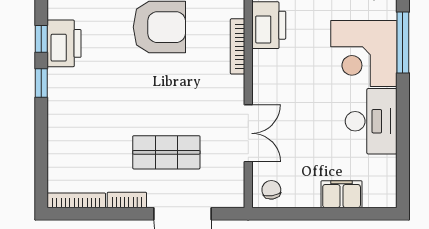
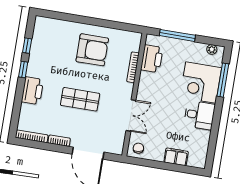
printer: (64, 43) -> (32, 91), moved
desk: (371, 121) -> (199, 115), width x0.73
shop shelf: (166, 152) -> (80, 99), moved

